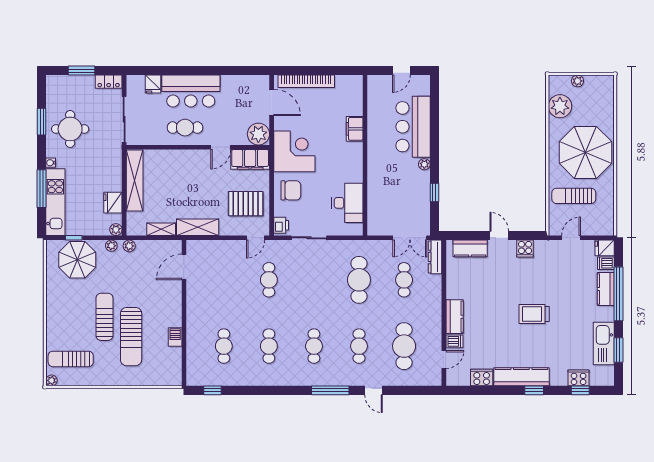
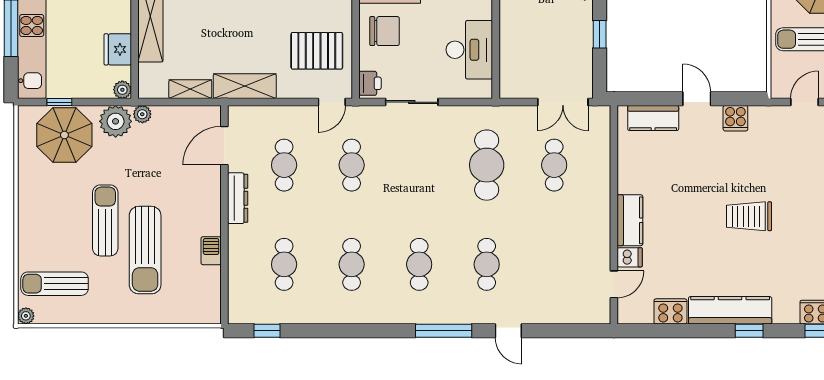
plant: (111, 246) -> (116, 121), width x1.87, depth x1.87
dresser: (435, 257) -> (238, 198), moved, turned 180
cafe table: (404, 346) -> (284, 165), moved, width x0.73, depth x0.74

